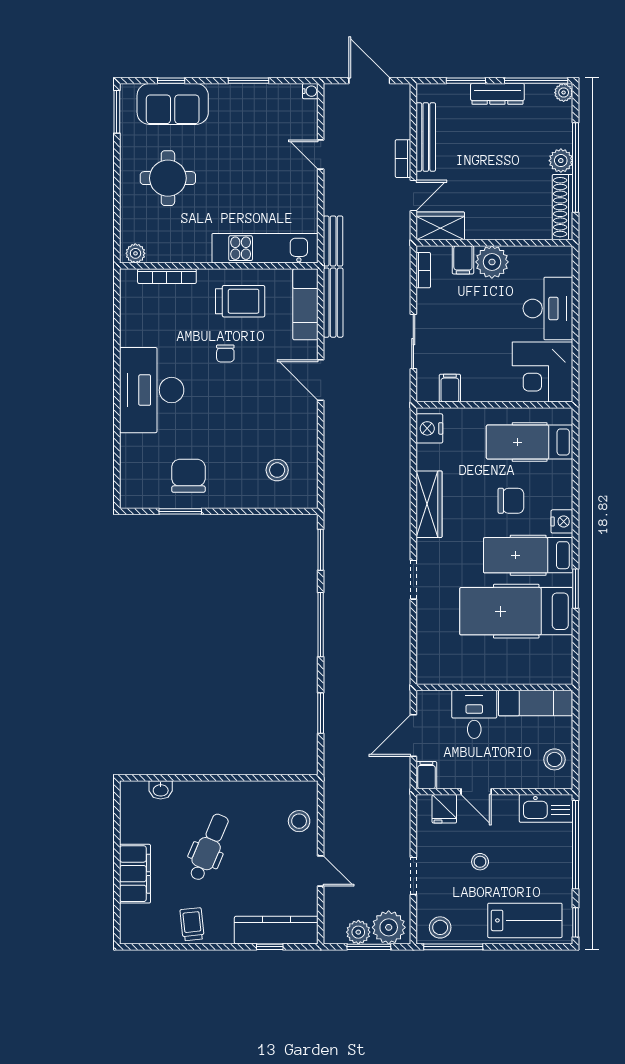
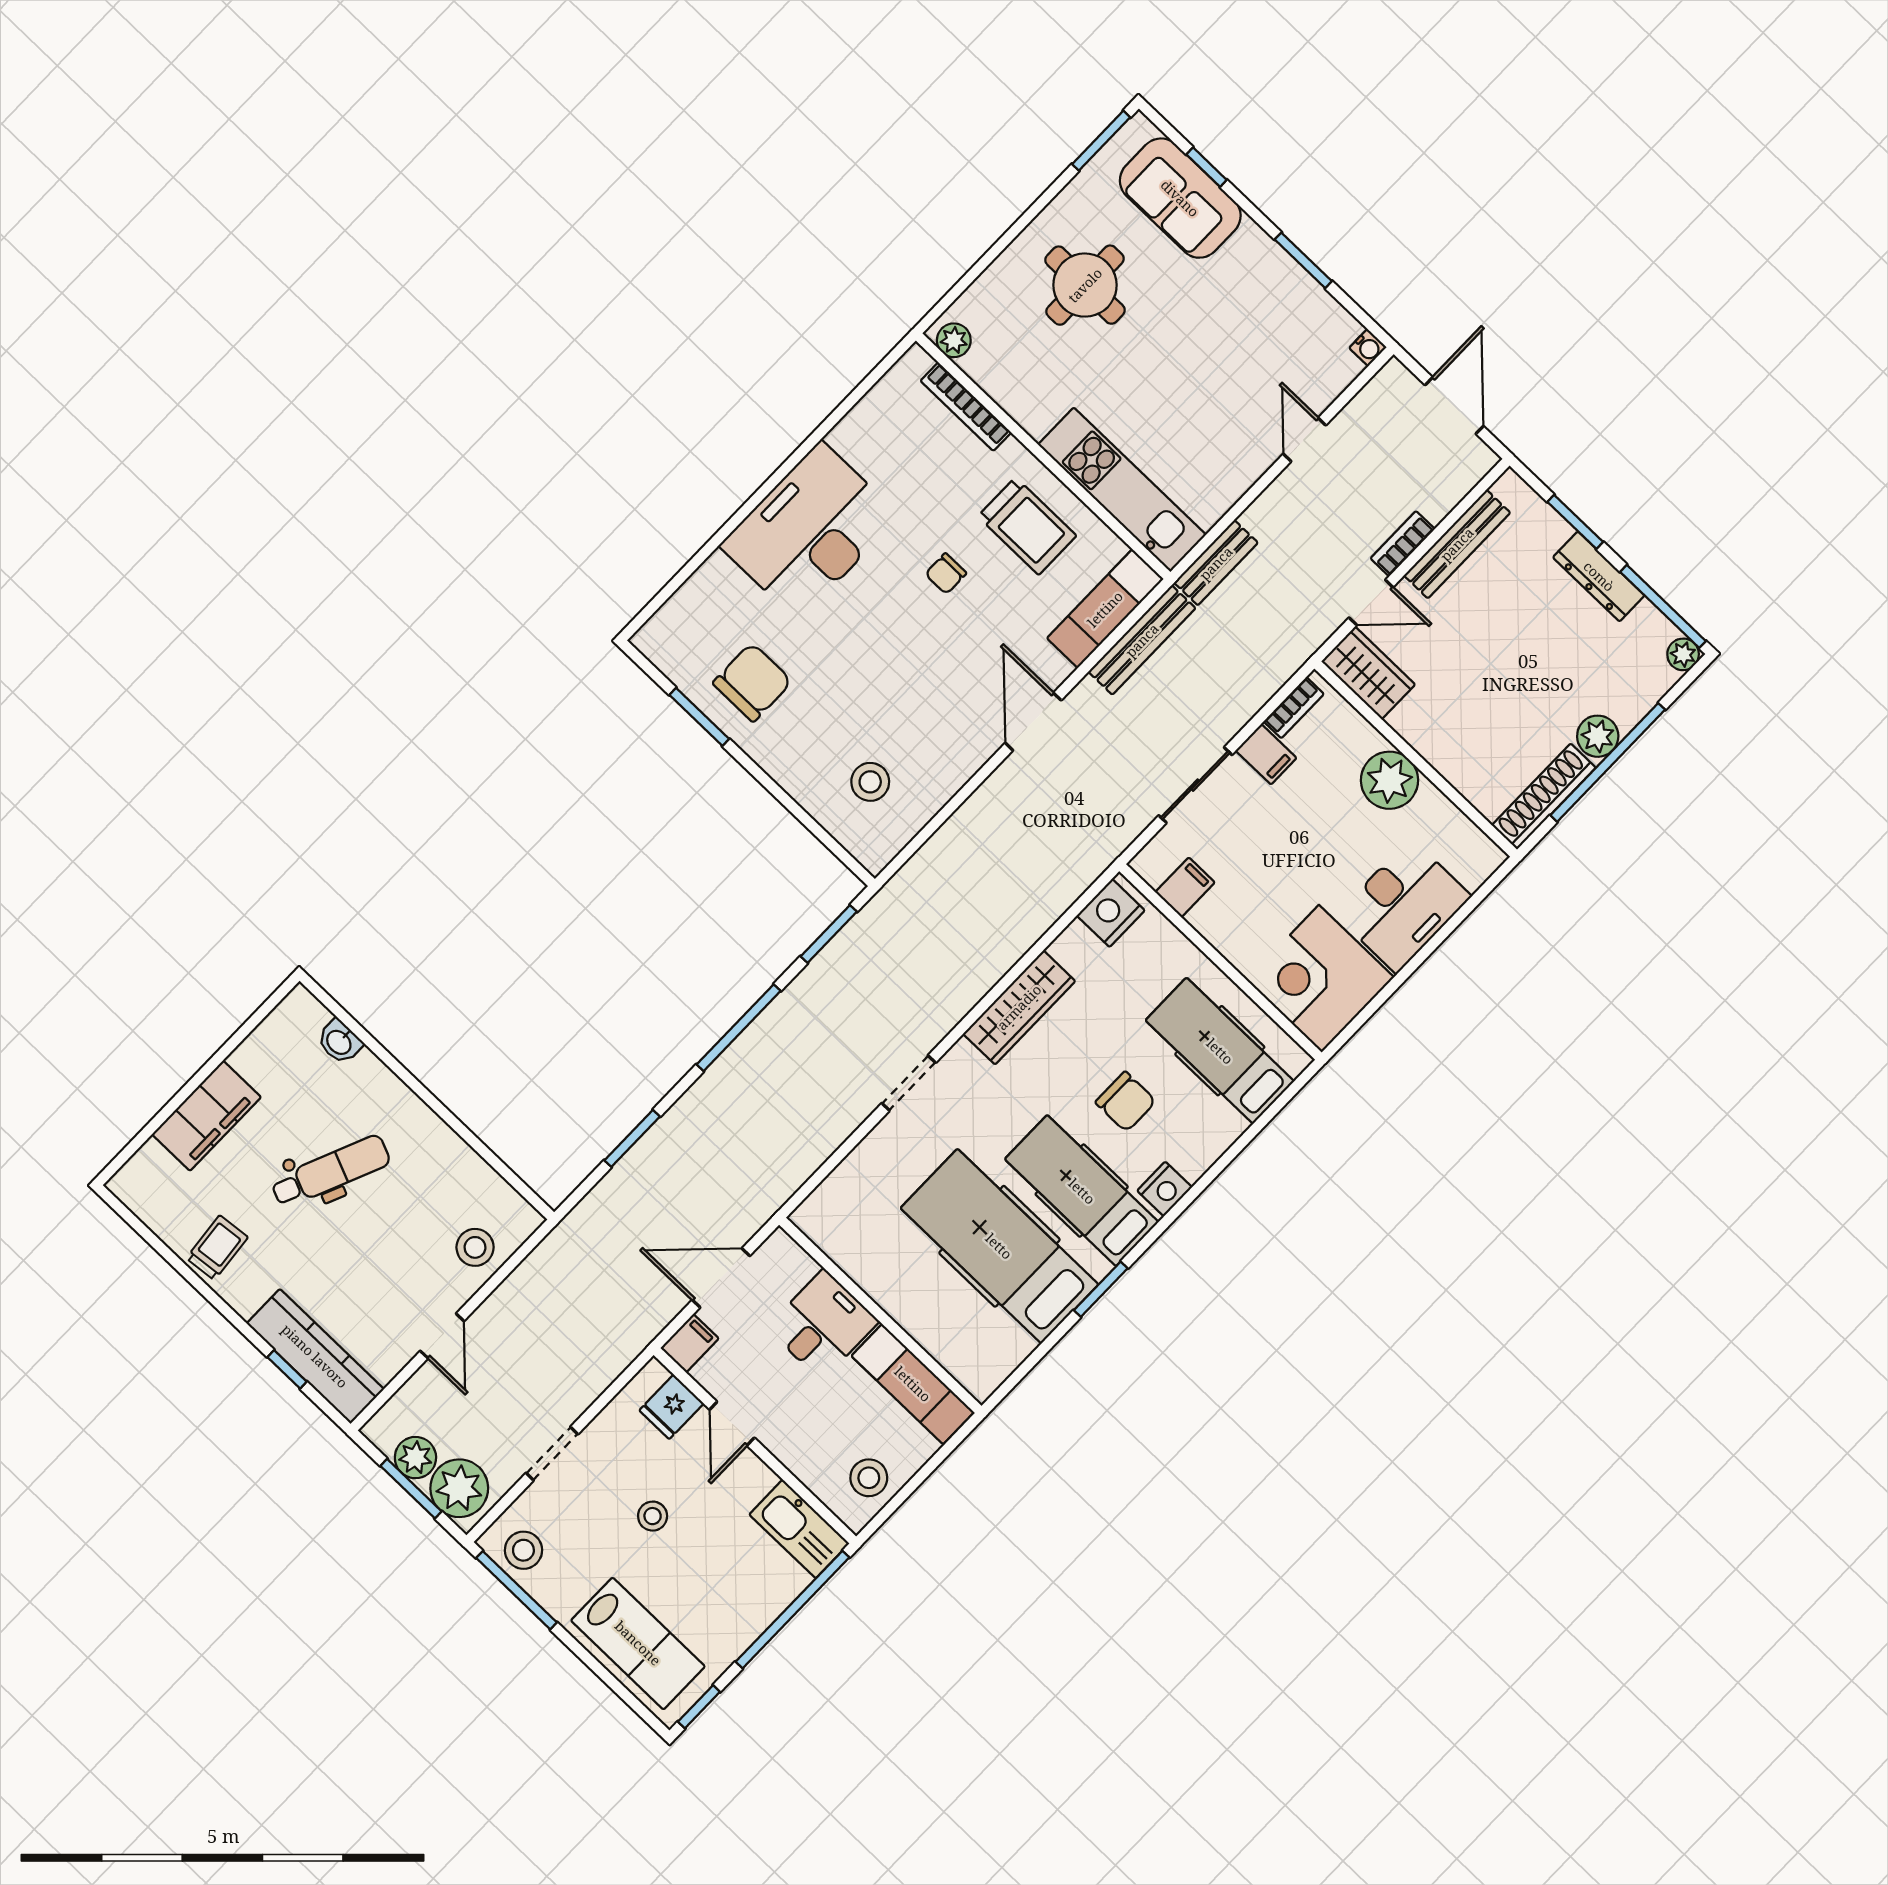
filing cabinet: (463, 260) -> (1266, 754), moved, turned -90

